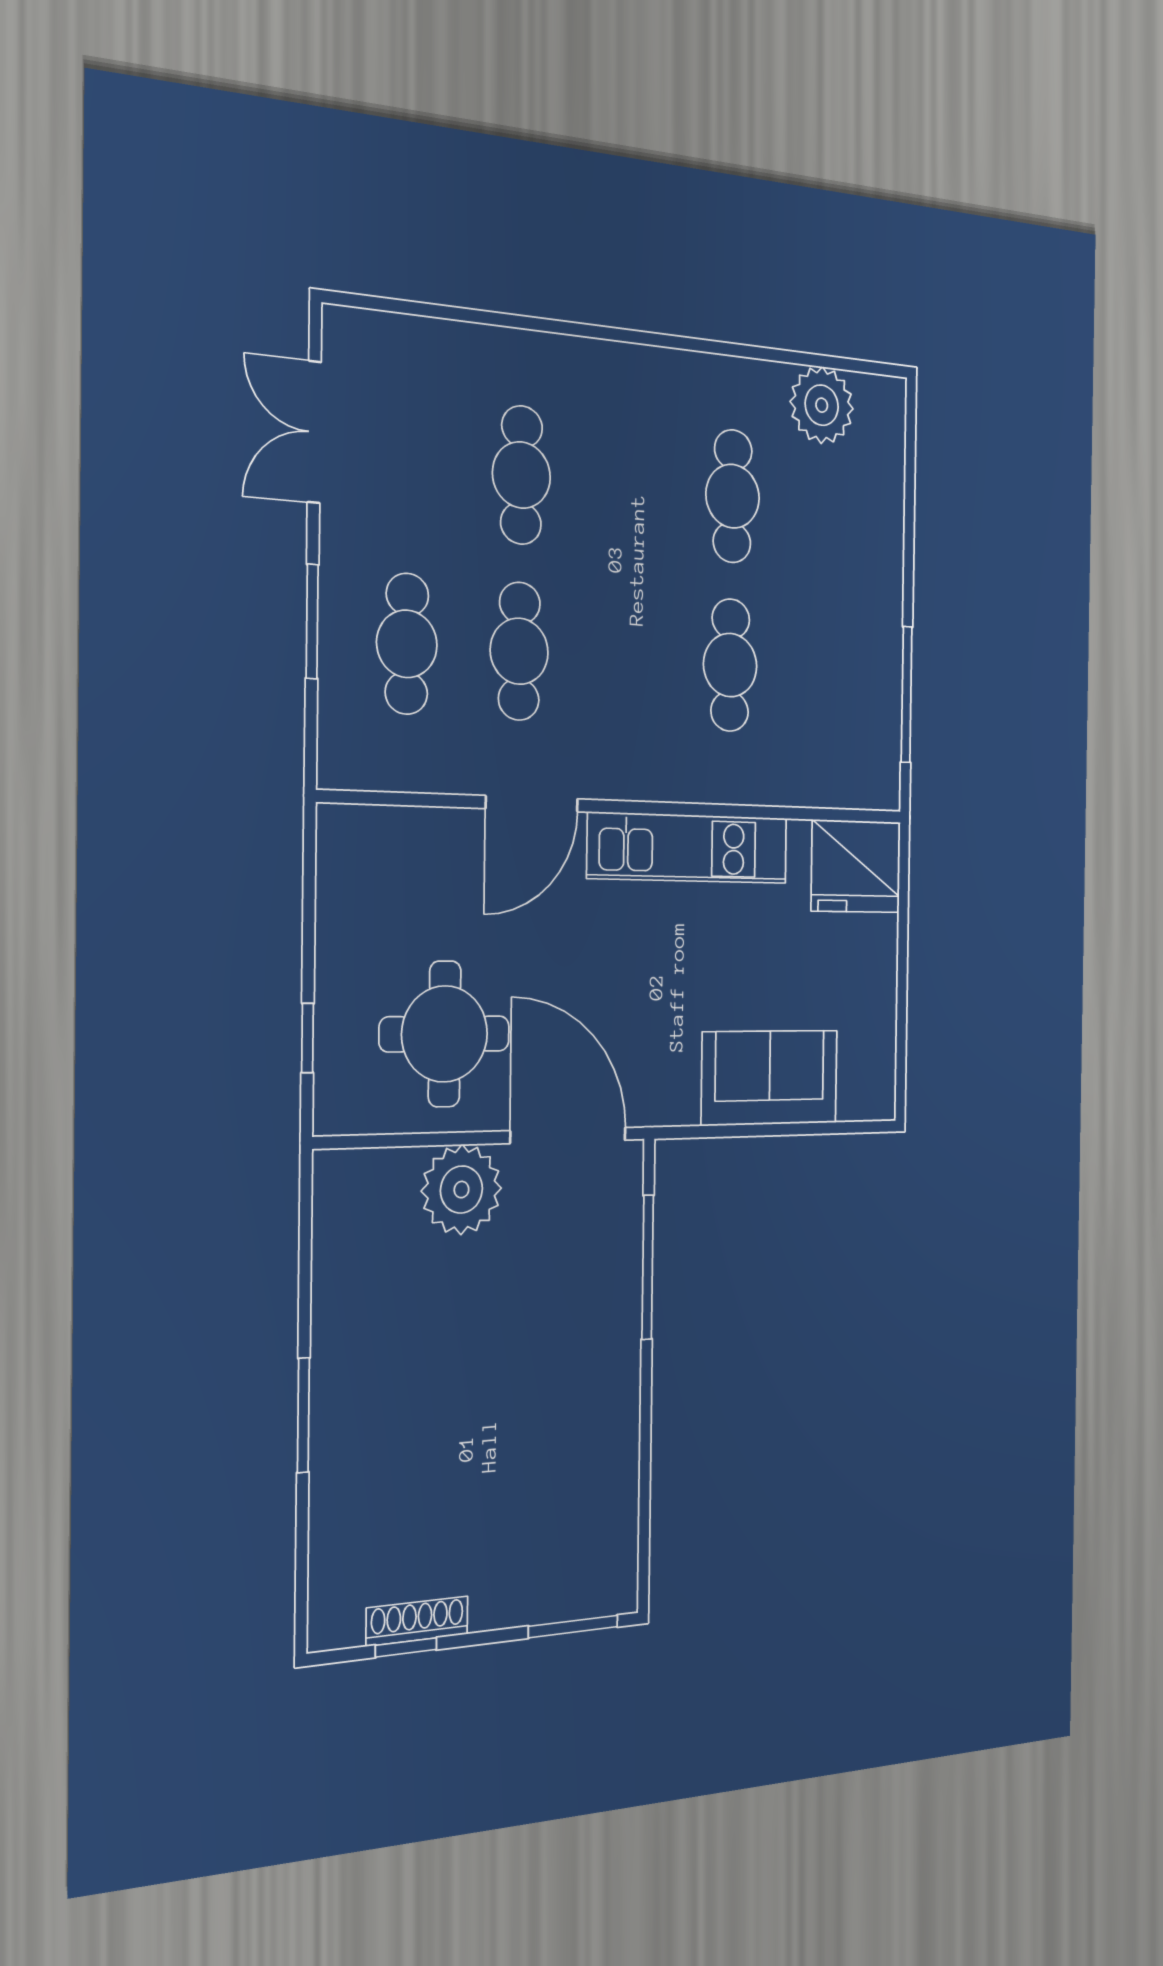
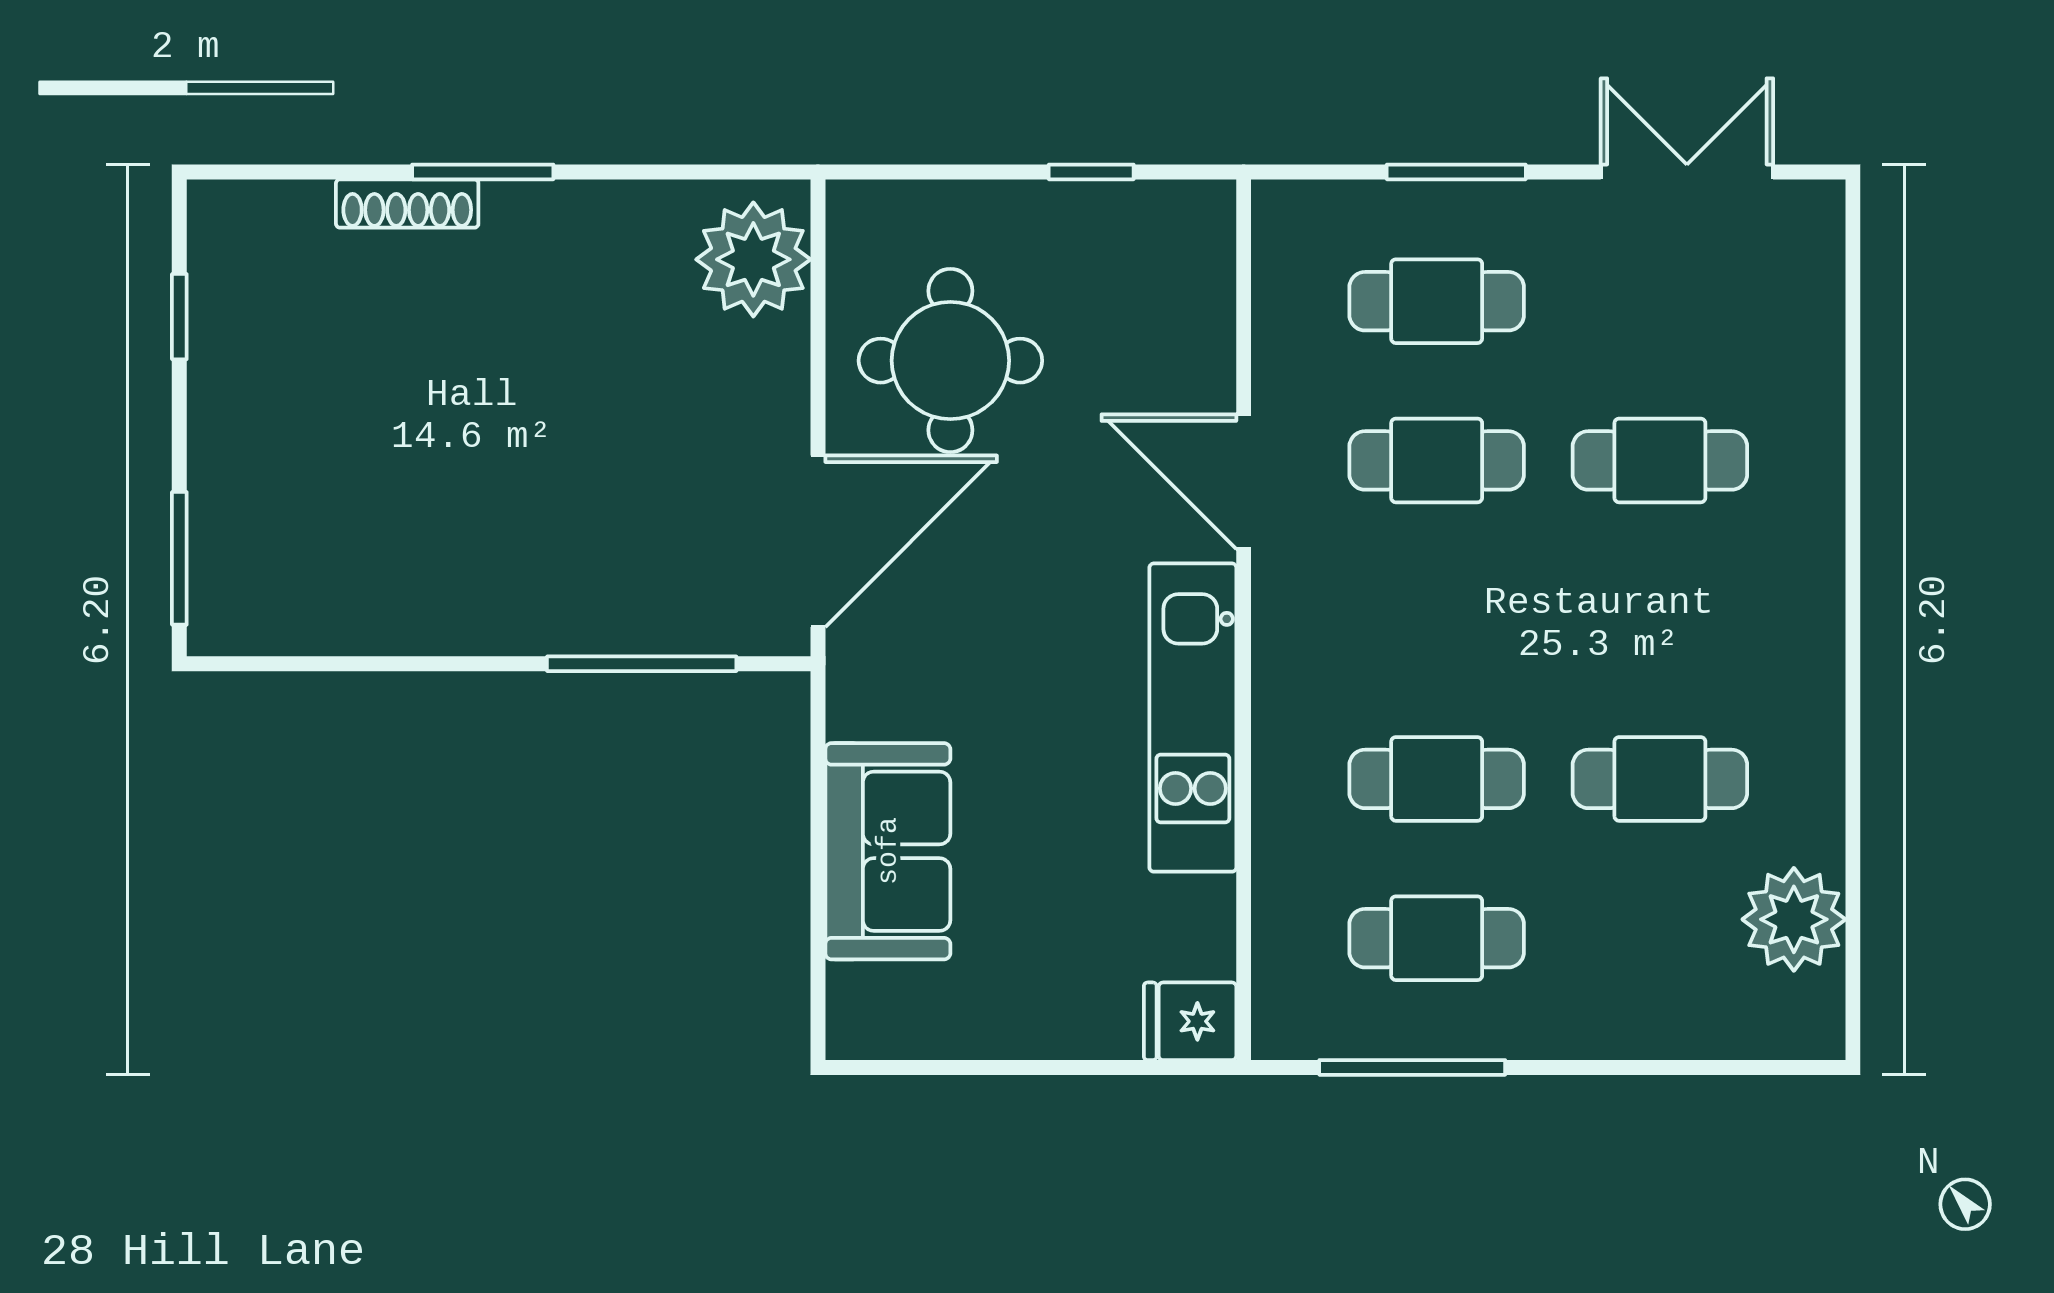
cafe table: (829, 672) -> (1437, 938), added
fridge: (856, 866) -> (1190, 1021), width x0.53, depth x0.75
window: (308, 1038) -> (1091, 172), moved
plant: (461, 1190) -> (753, 259), moved
shoe rack: (417, 1621) -> (407, 204), moved, turned 90

